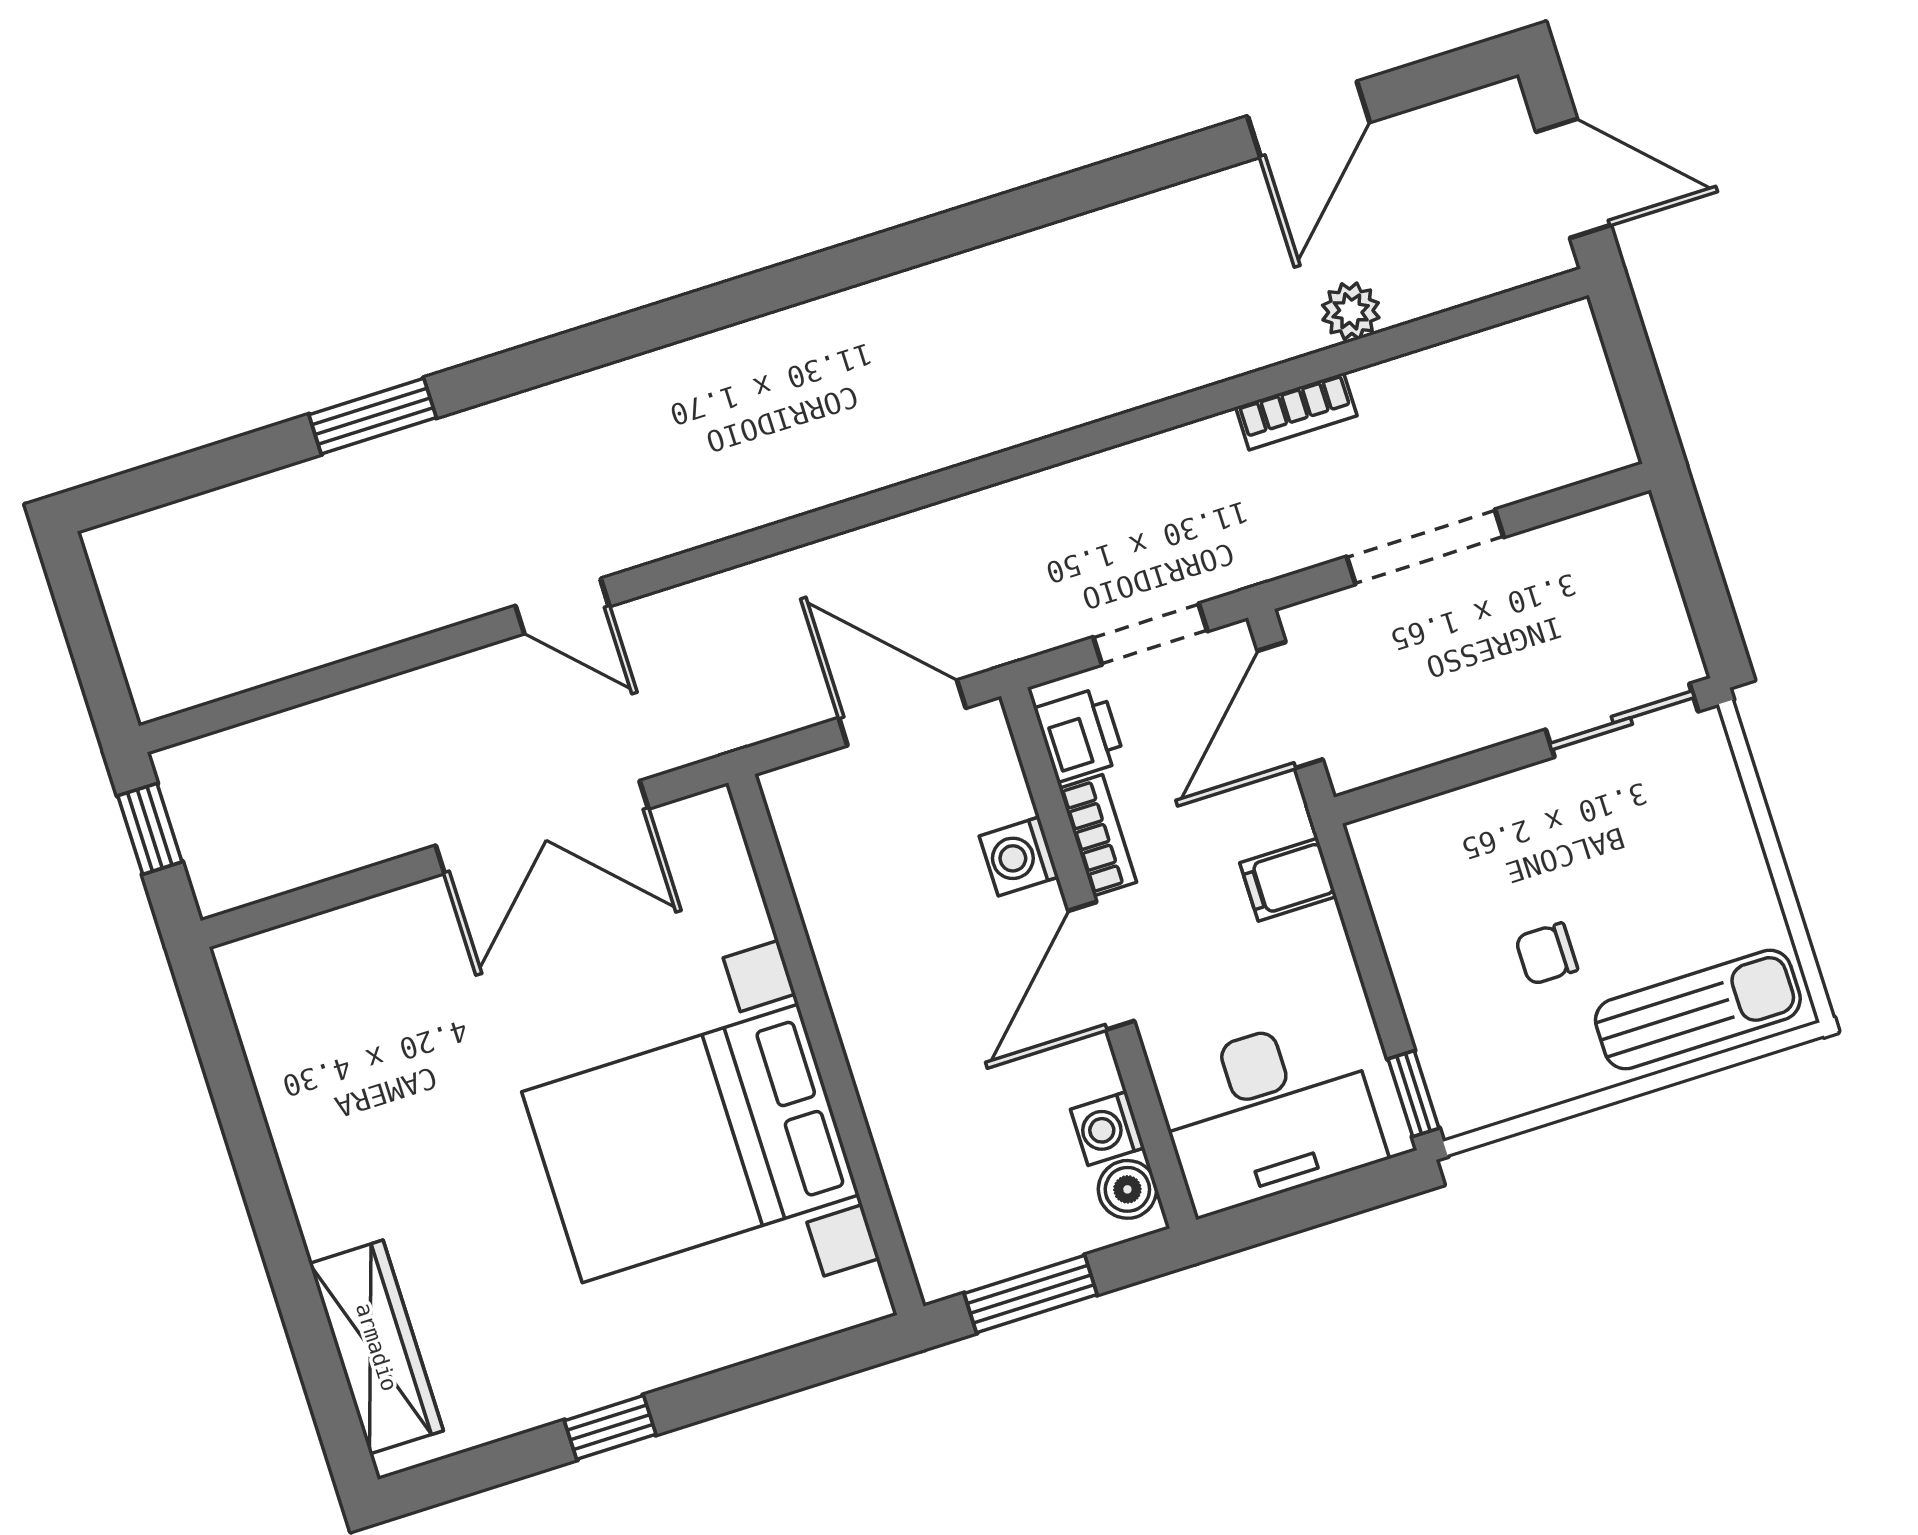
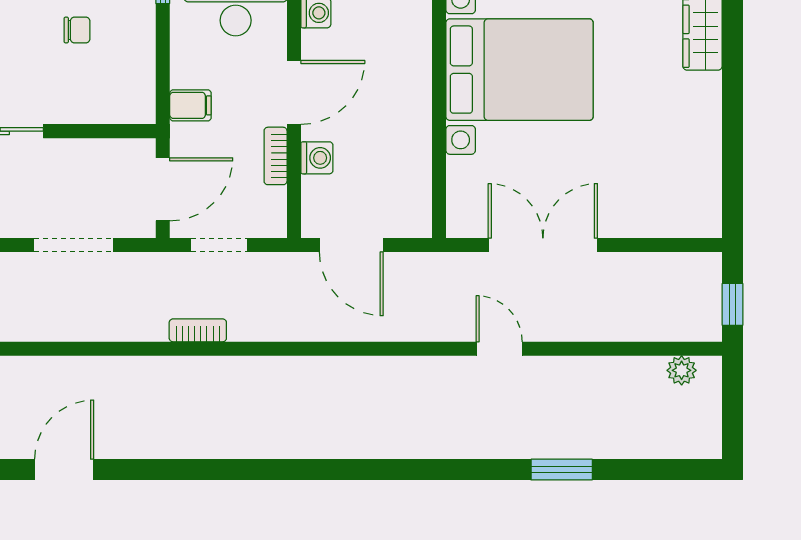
plant: (1351, 311) -> (682, 370), moved
bookcase: (1296, 411) -> (198, 330), moved
printer: (1080, 735) -> (269, 207), removed

